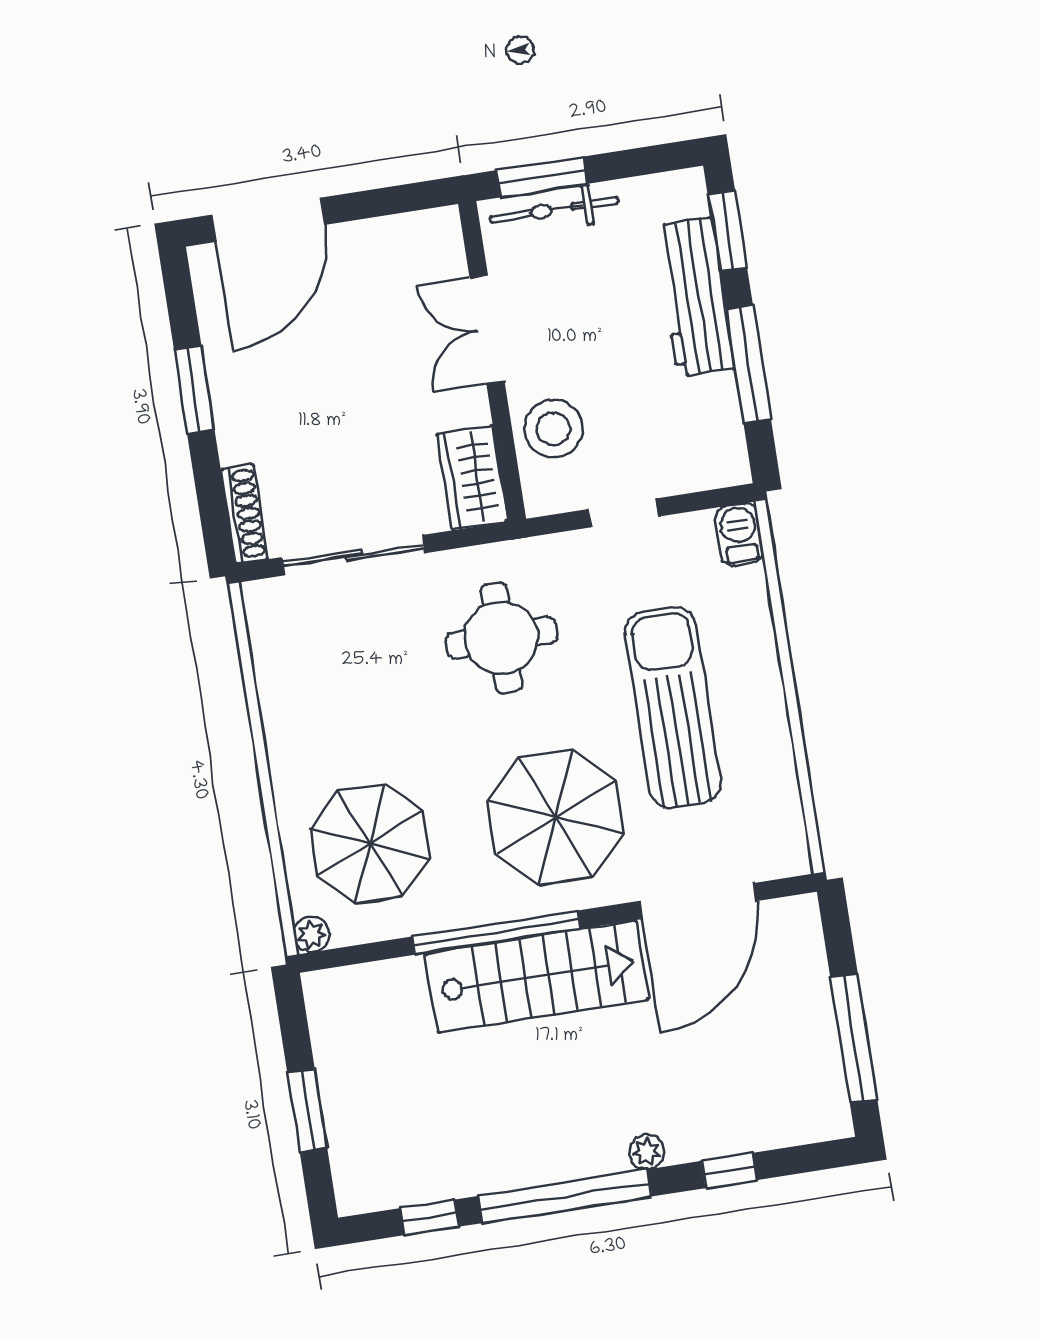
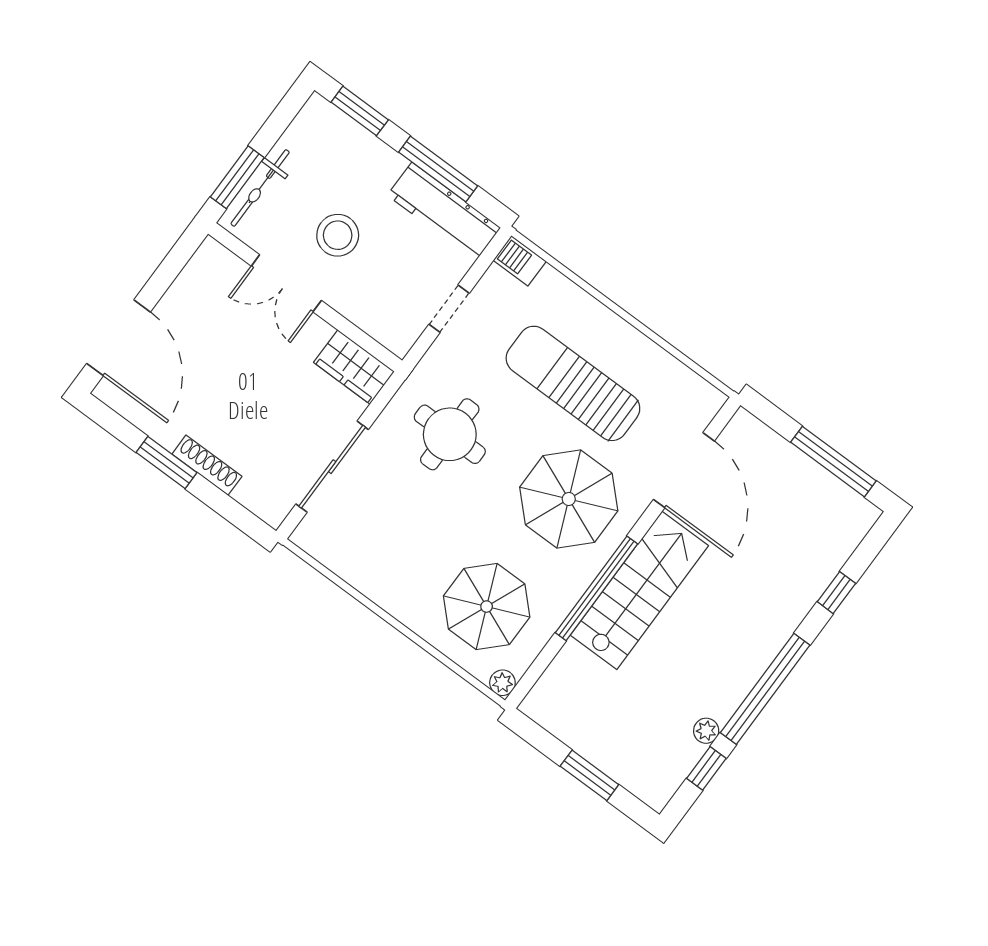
workbench: (695, 297) -> (444, 211), moved
stool: (553, 429) -> (338, 235), moved
shoe rack: (244, 514) -> (207, 465), moved
plant: (647, 1152) -> (706, 731), moved

